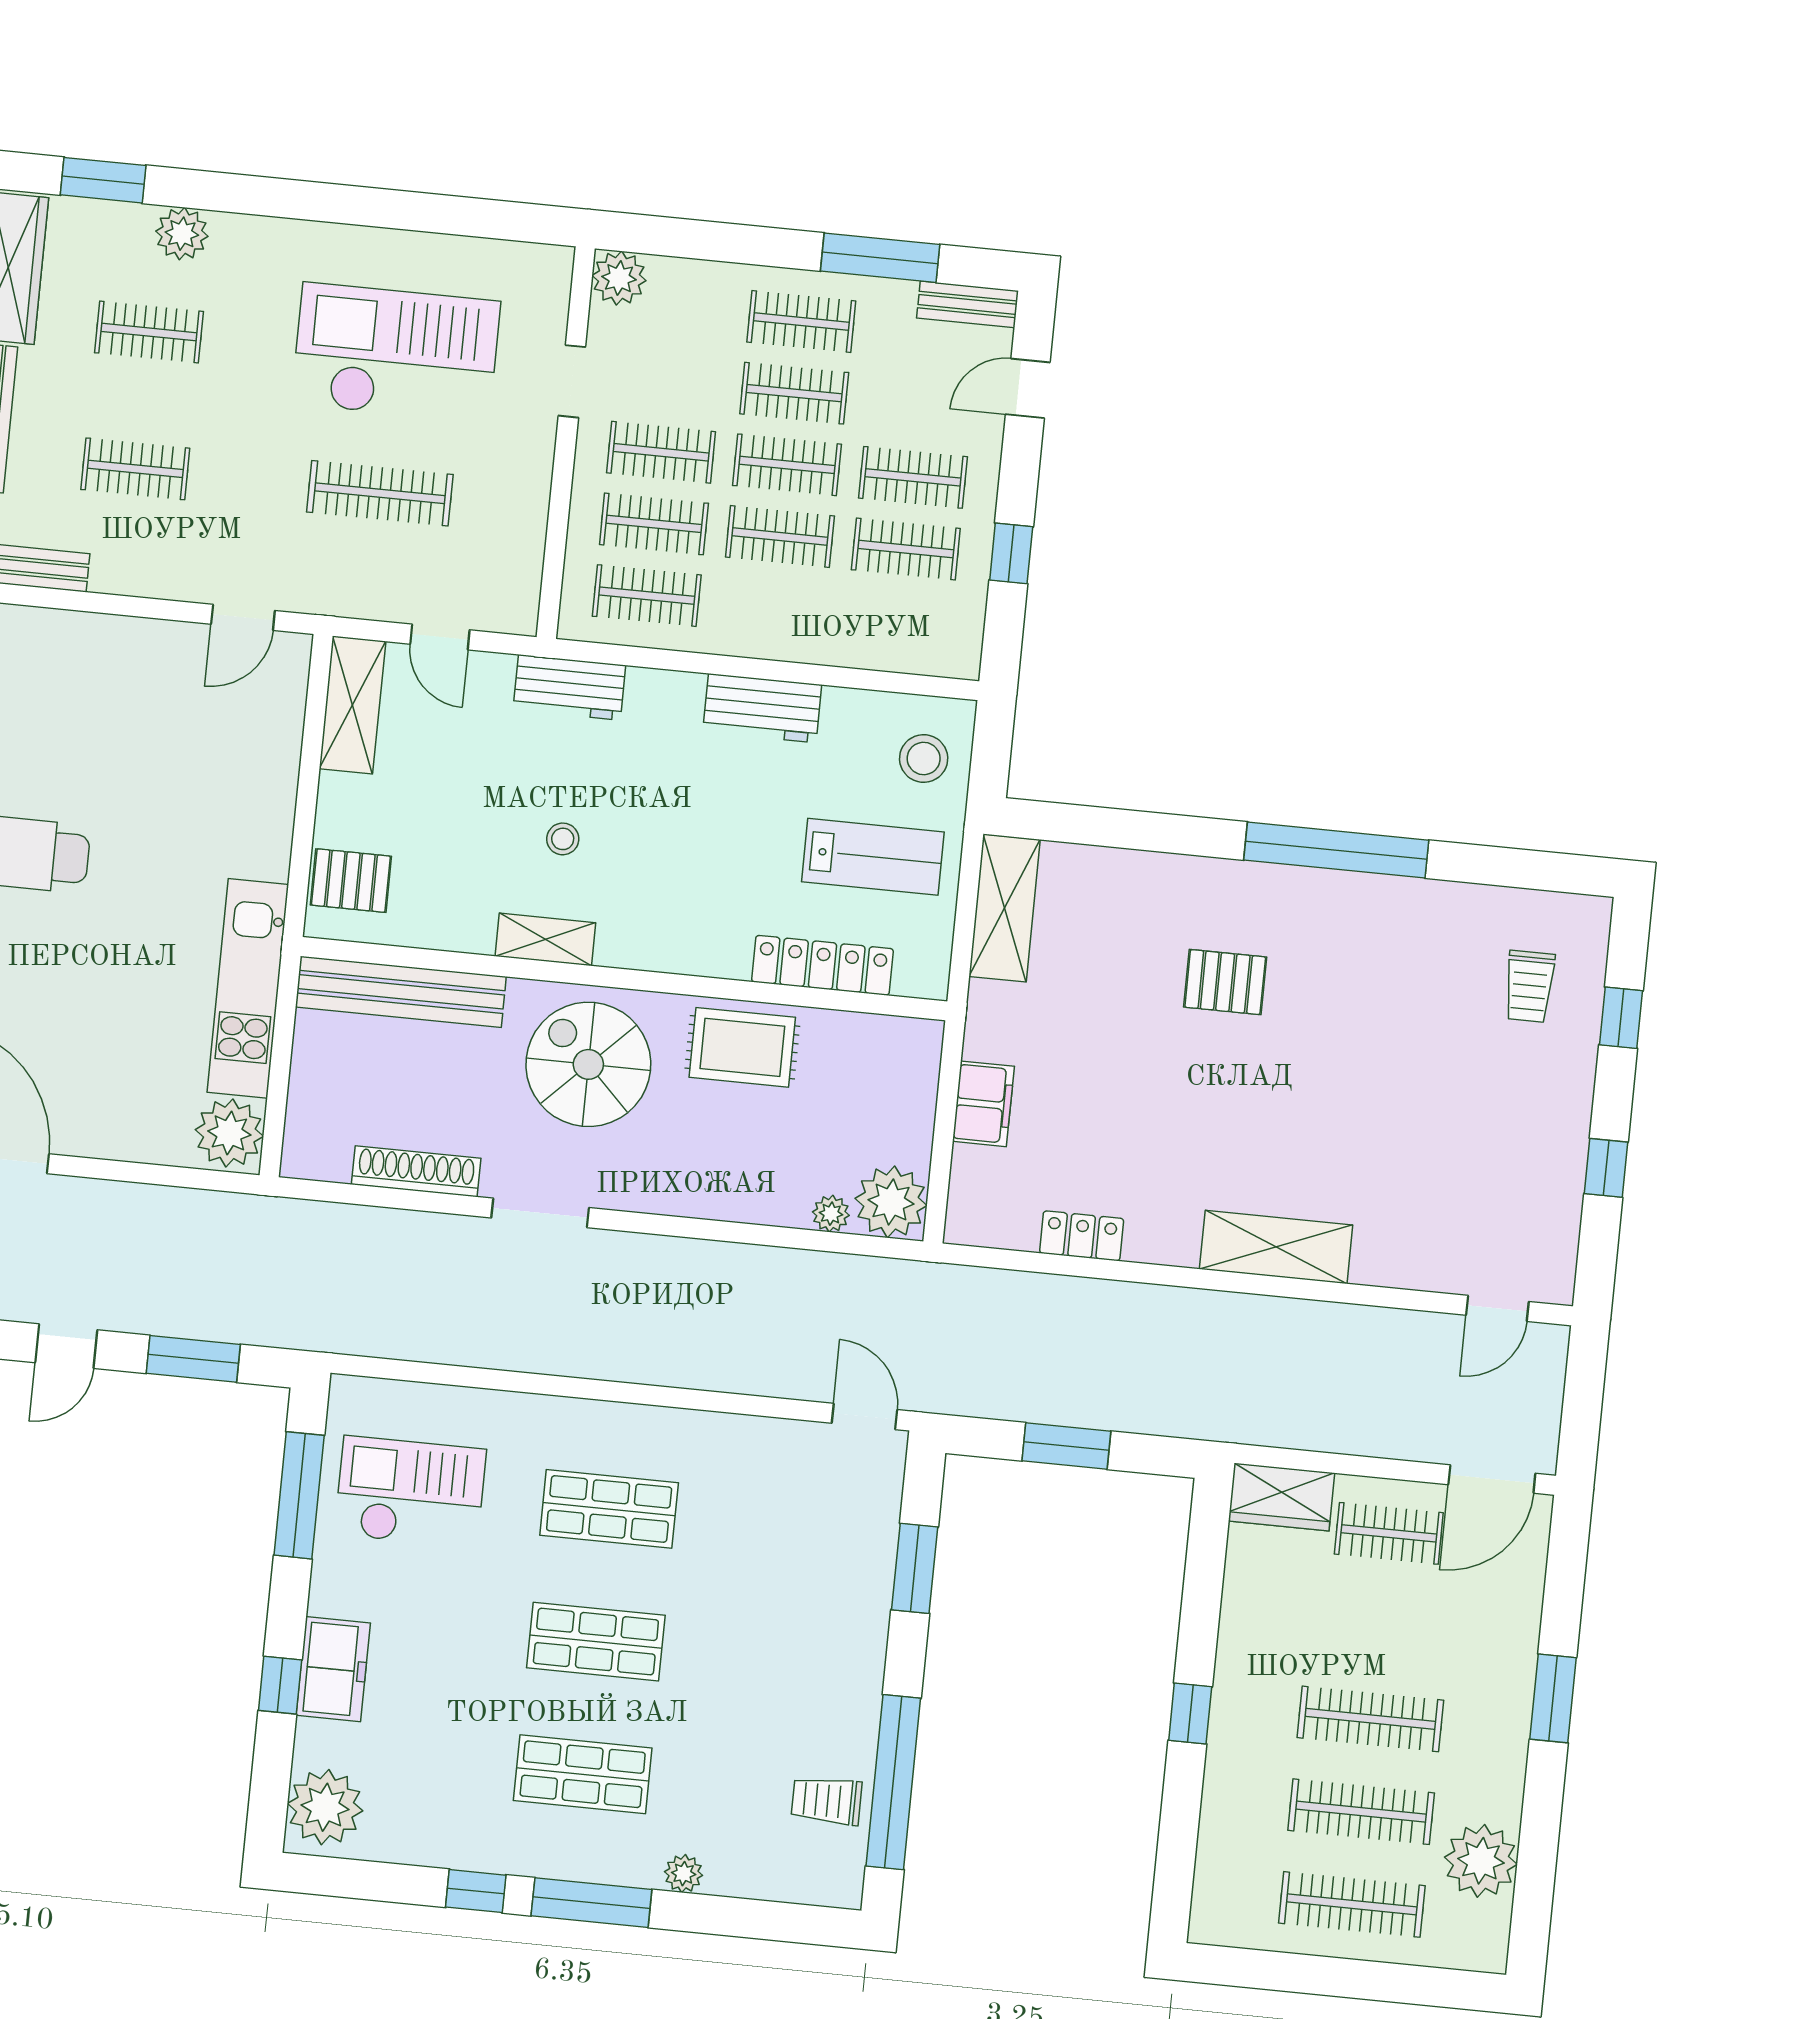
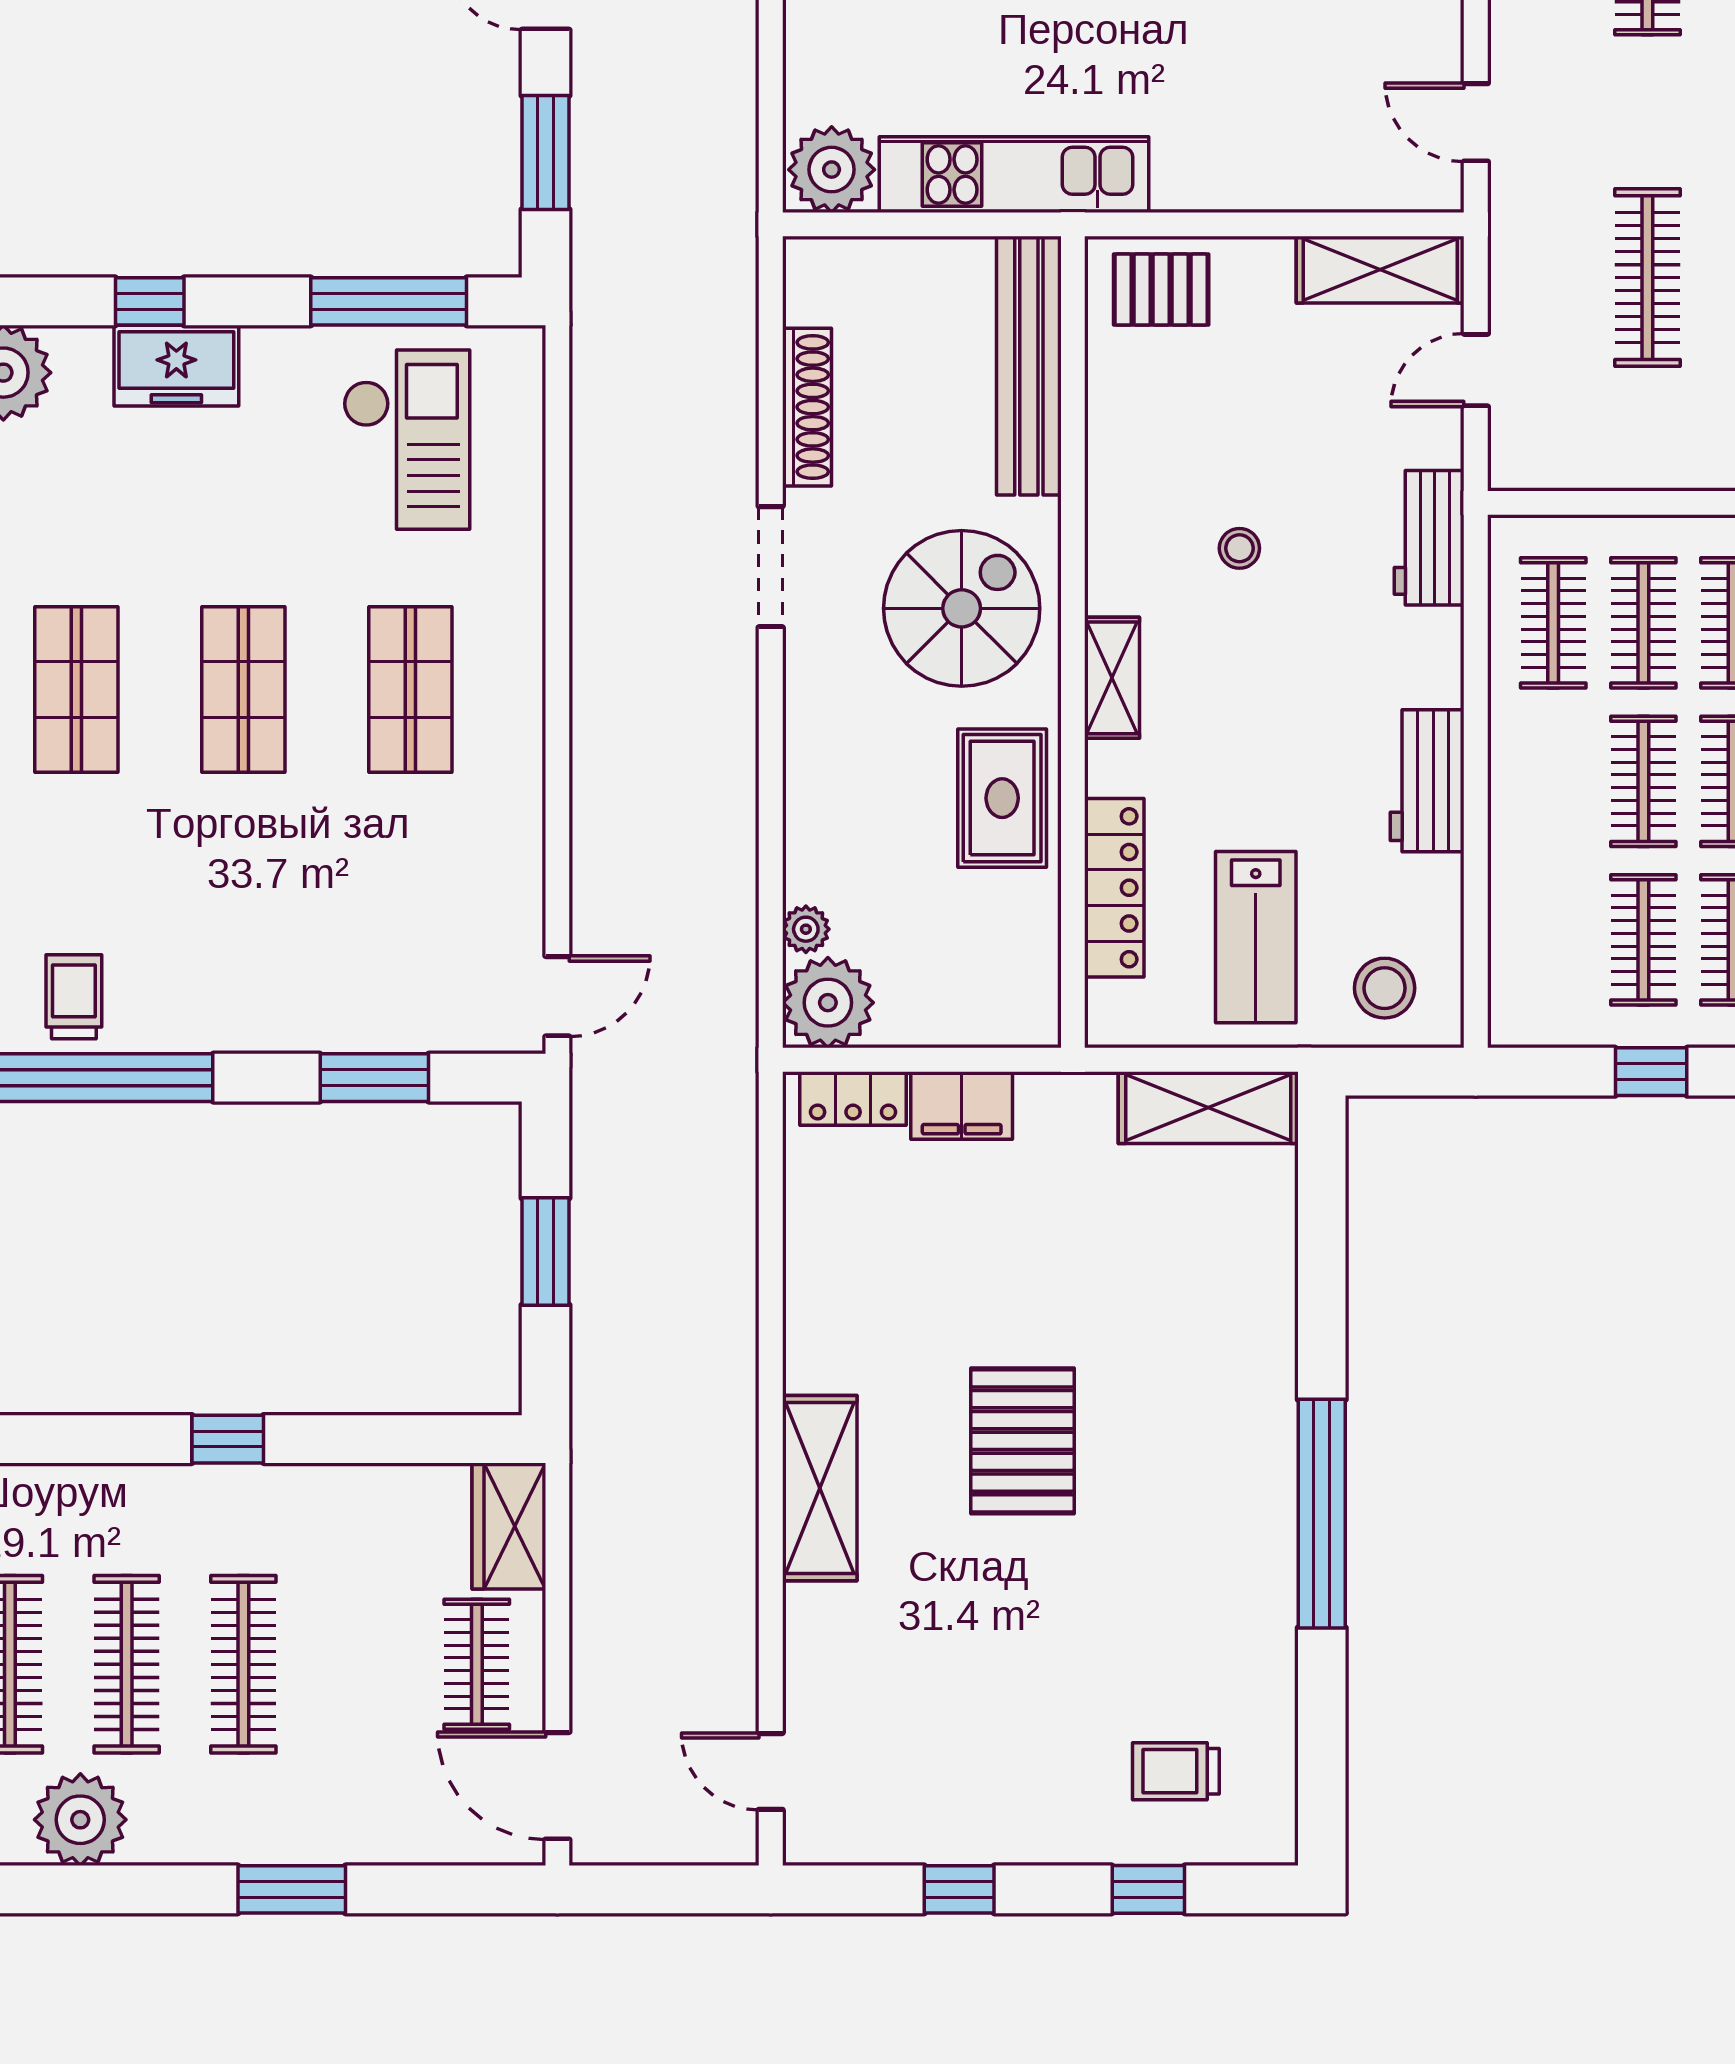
pallet: (351, 881) -> (1161, 290), turned 90
shelving: (545, 939) -> (1112, 678), moved
pallet: (1225, 982) -> (1023, 1441), moved, width x1.50, depth x1.42
locker: (1082, 1236) -> (853, 1099), moved, turned 90

